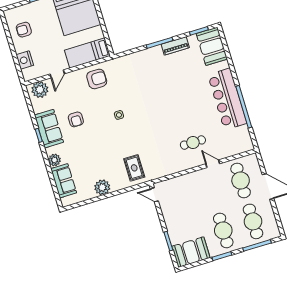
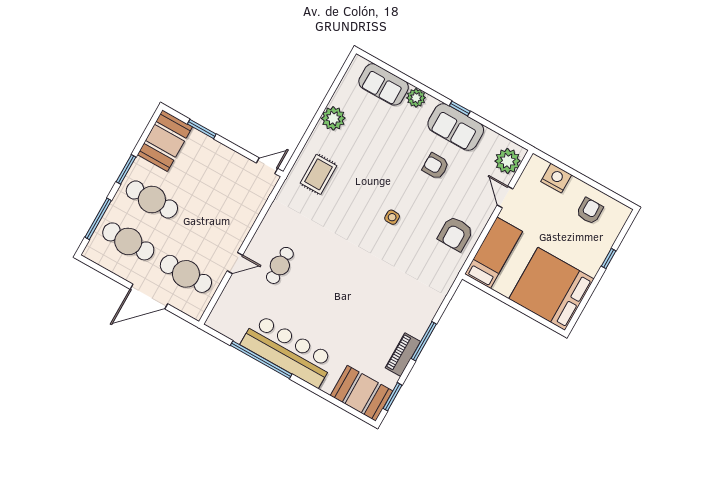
rug: (134, 168) -> (318, 174), turned 90

